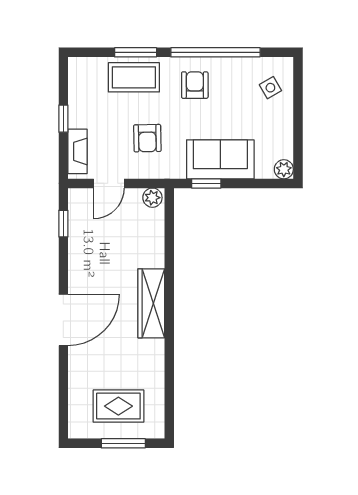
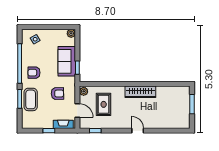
wardrobe: (151, 303) -> (140, 92), moved
door: (63, 320) -> (138, 131), width x0.53
rug: (118, 406) -> (104, 104), moved

